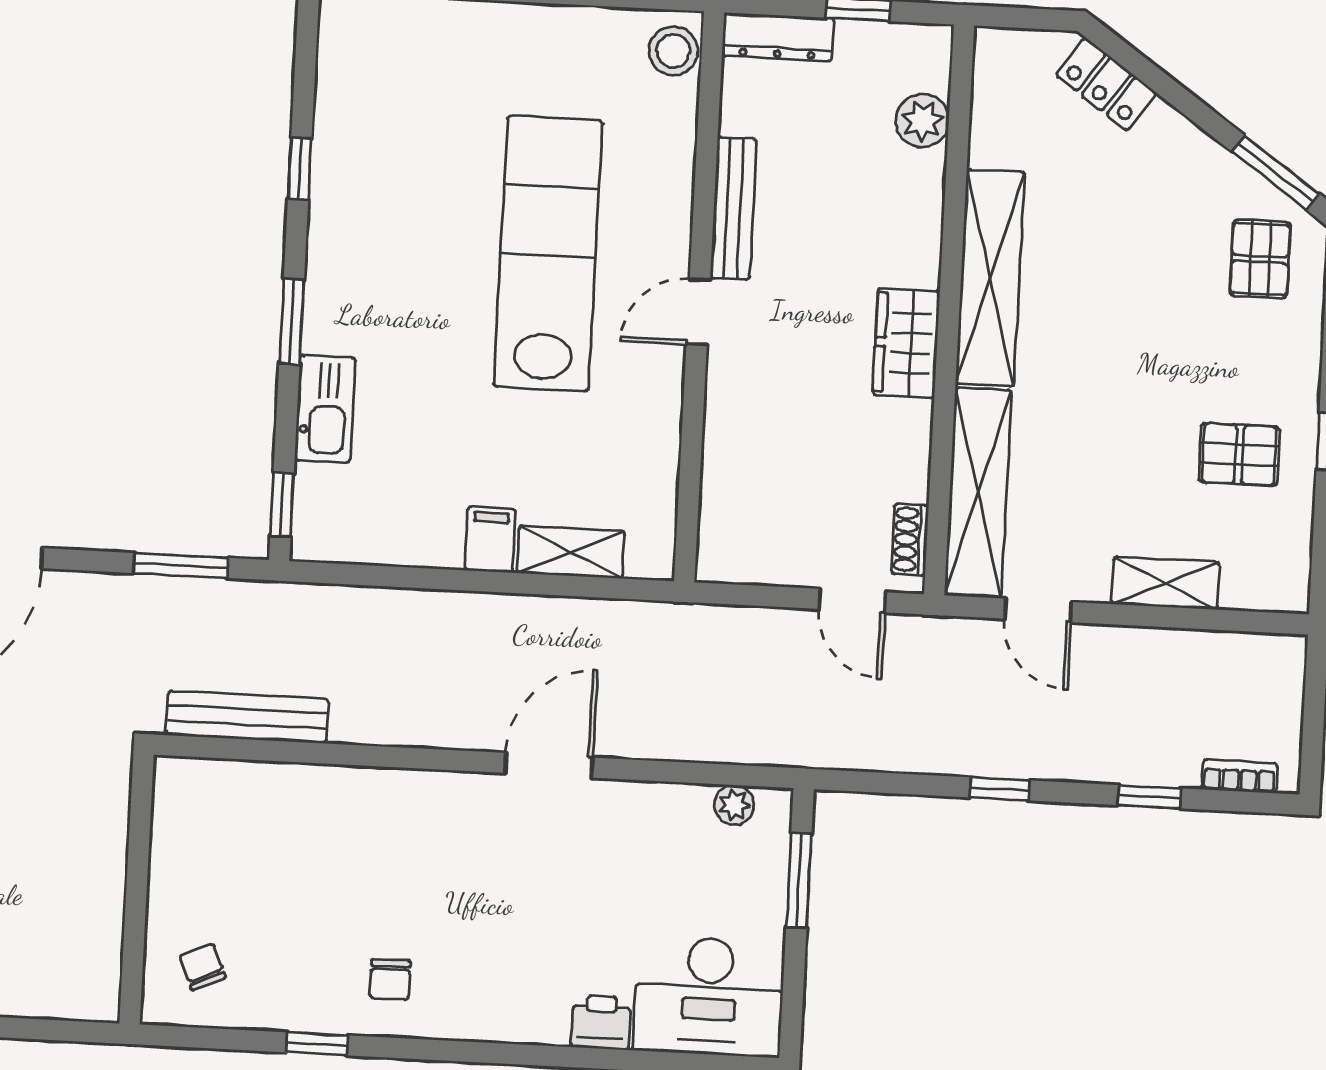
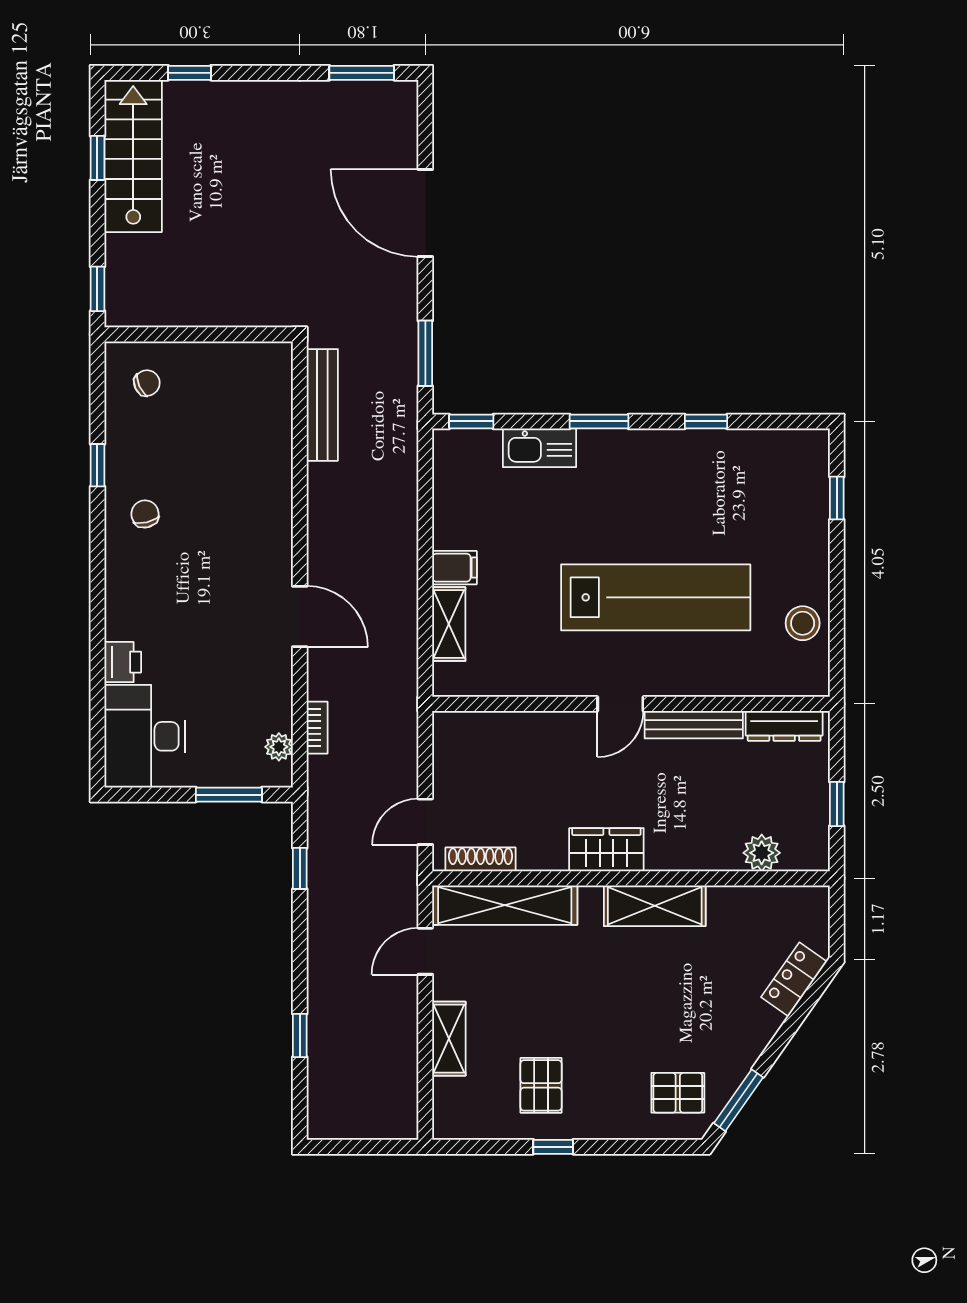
dresser: (778, 37) -> (784, 726), moved, turned -90
stool: (673, 51) -> (803, 623), moved
shelving: (990, 278) -> (655, 906), width x0.68
door: (698, 312) -> (620, 704), swing flipped
shoe rack: (910, 539) -> (481, 859), width x1.43
bookcase: (1240, 776) -> (317, 728), moved
window: (1000, 789) -> (300, 868), moved
chair: (390, 979) -> (145, 514), turned 77
window: (64, 1031) -> (97, 289), added

